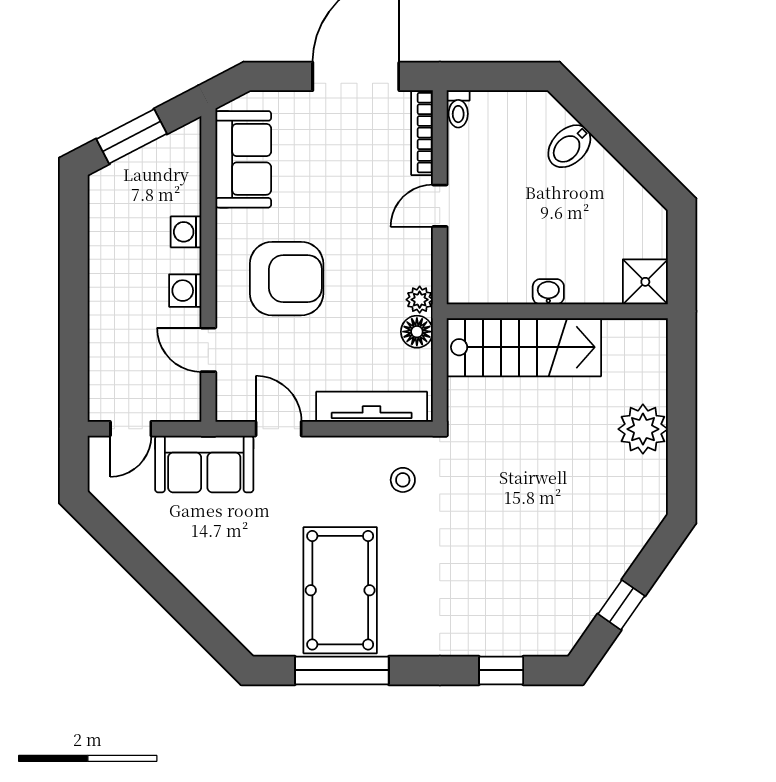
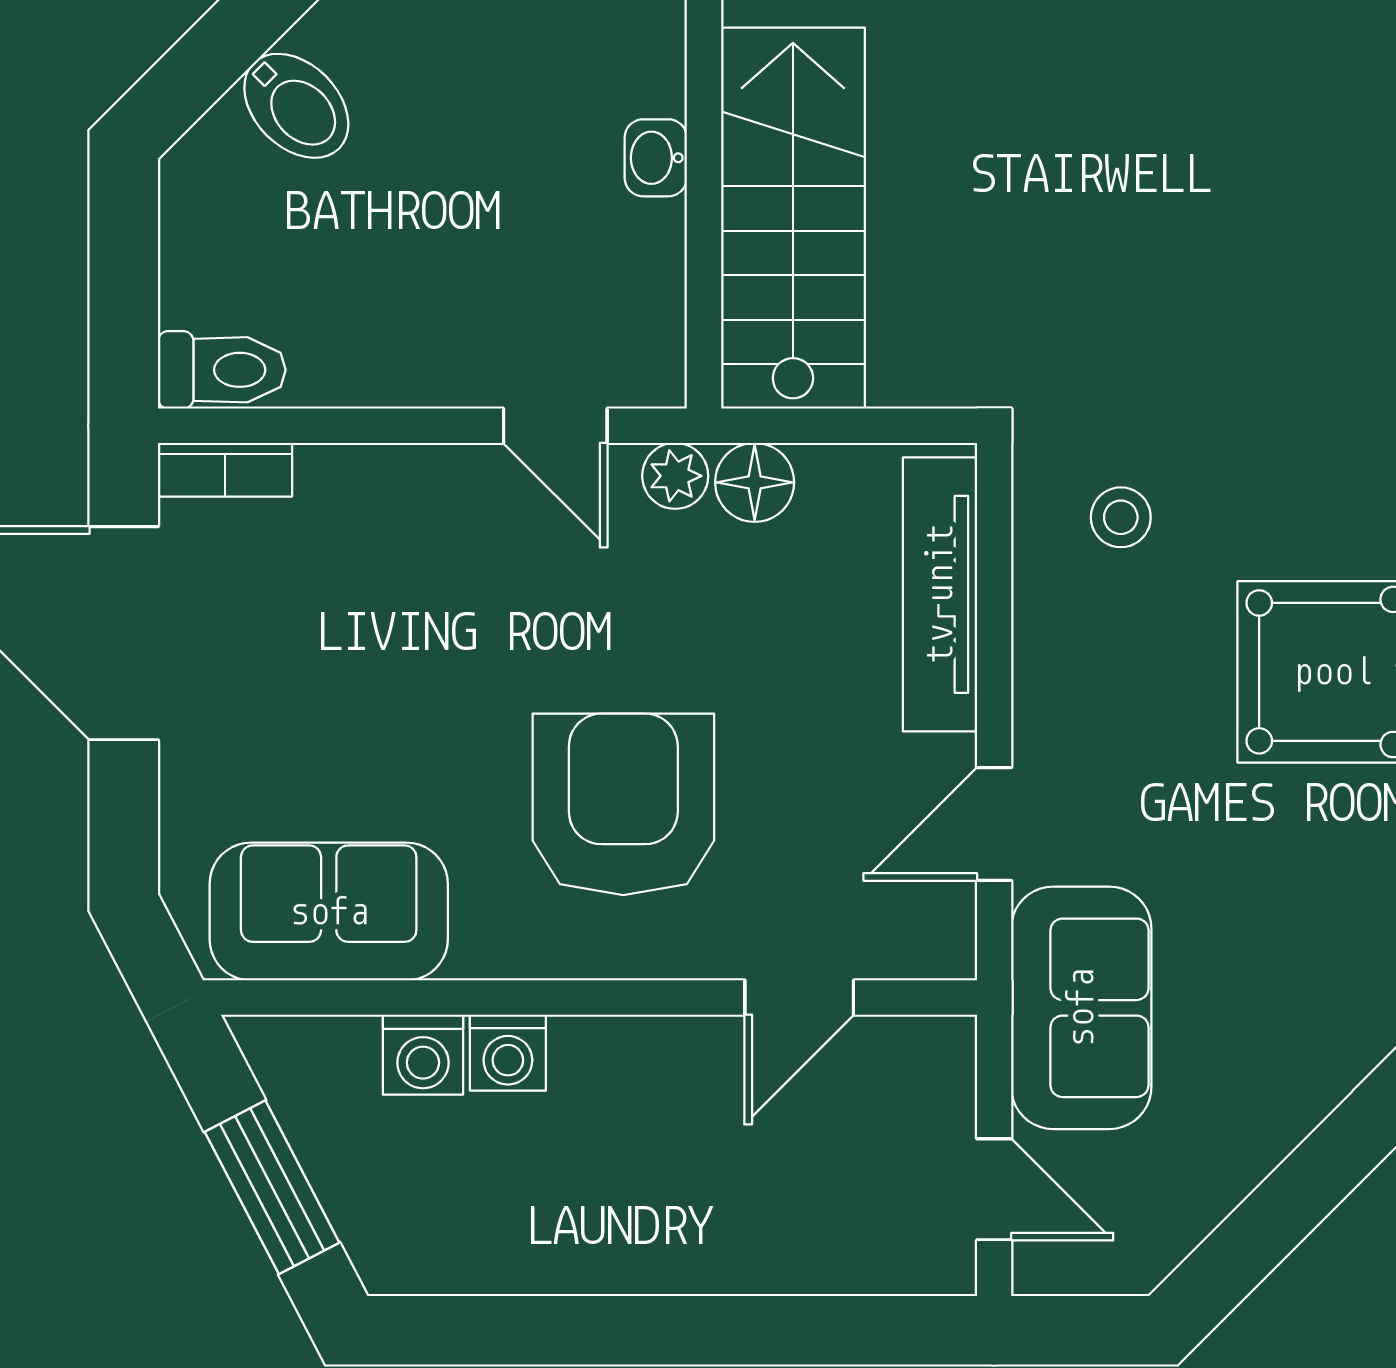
toilet: (458, 109) -> (222, 370), width x1.37, depth x1.39
bookcase: (422, 133) -> (225, 470), width x0.64
door: (440, 206) -> (555, 426), moved
washing machine: (185, 291) -> (423, 1055), moved

